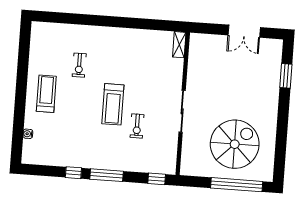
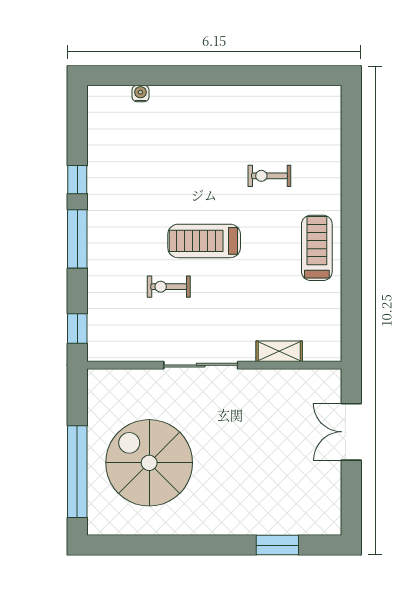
double door: (244, 31) -> (351, 432), moved
shelving: (179, 45) -> (279, 351), moved
treadmill: (46, 94) -> (317, 248), moved, turned -90
spiral stairs: (235, 144) -> (149, 463), turned 180

